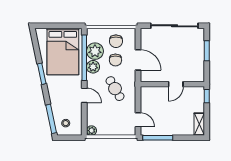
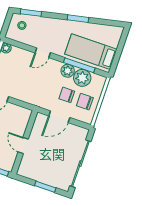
bed: (63, 51) -> (91, 52), width x0.67
window: (84, 58) -> (79, 65), width x0.68
cafe table: (115, 89) -> (39, 85), removed
window: (51, 119) -> (31, 13), width x0.69

